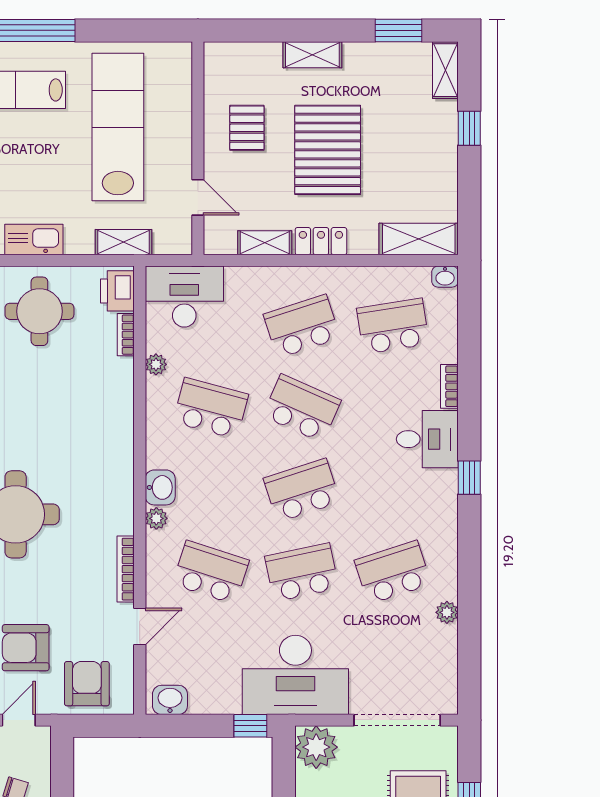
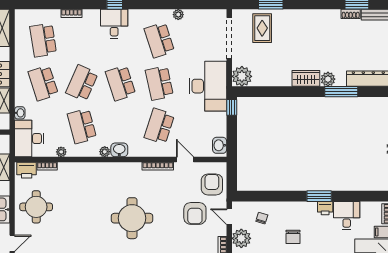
washbasin: (445, 277) -> (20, 113), moved
school desk: (211, 408) -> (82, 126), turned -30
desk: (427, 439) -> (114, 24), moved
plant: (156, 518) -> (105, 152), moved
armchair: (87, 684) -> (212, 185), turned 90

